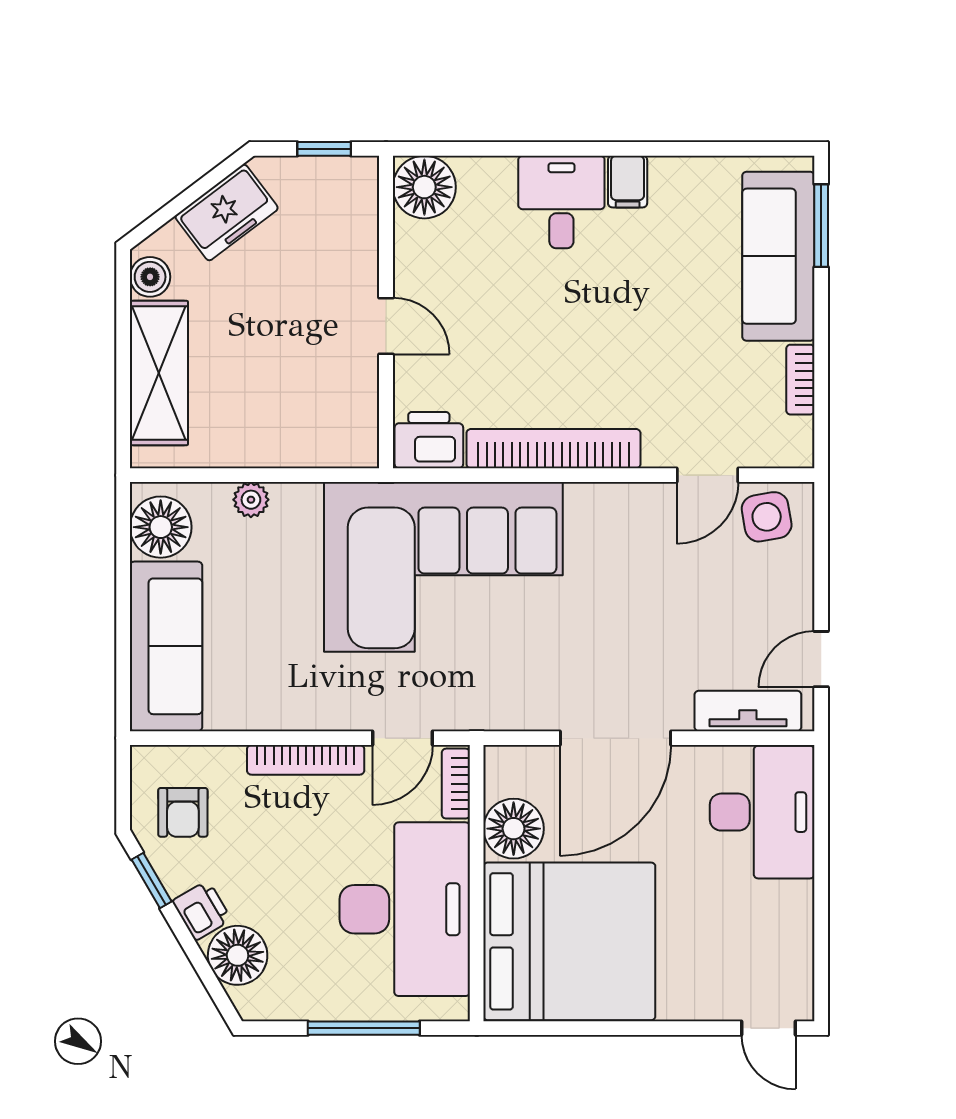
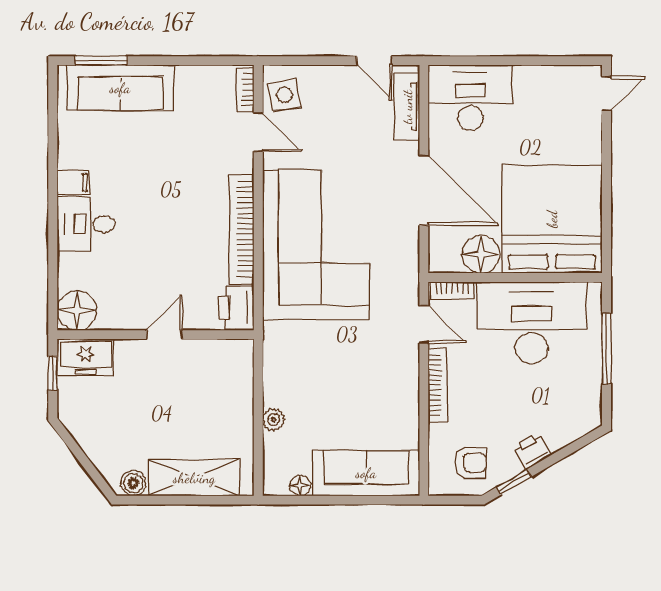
freezer: (227, 212) -> (86, 357), moved, turned 127
bookcase: (800, 380) -> (245, 90), moved, turned 90
floor lamp: (161, 527) -> (300, 486), width x0.53, depth x0.53
corner sofa: (443, 567) -> (316, 245), moved
floor lamp: (238, 955) -> (561, 428), removed

